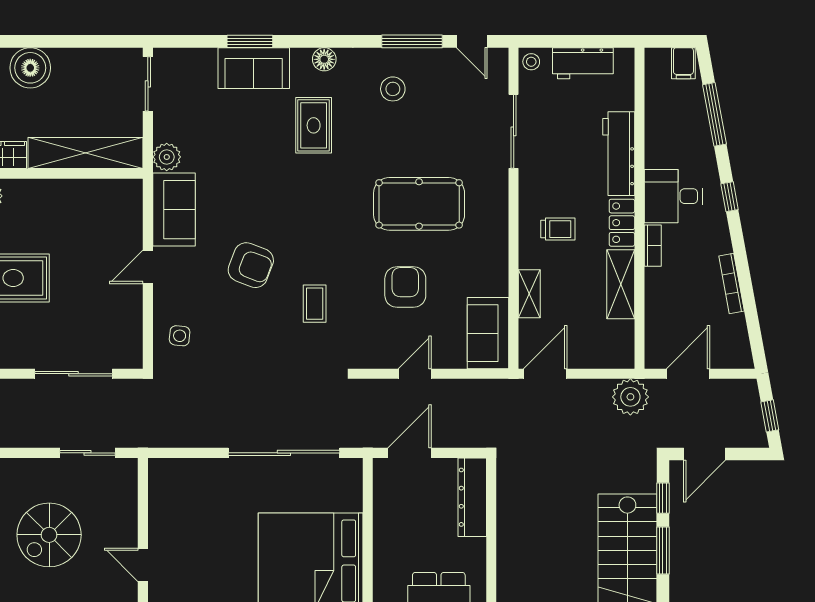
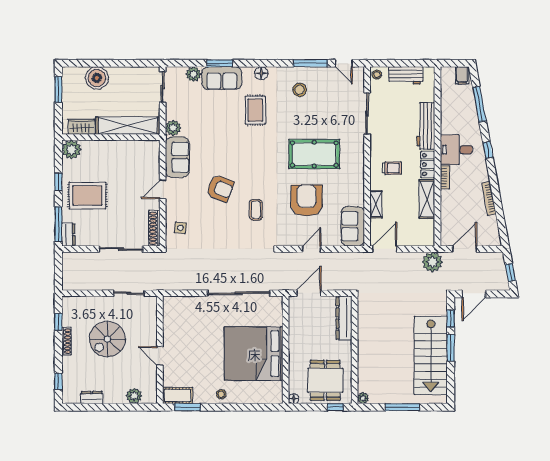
plant: (203, 61) -> (193, 74), added
armchair: (405, 287) -> (307, 201), width x1.36, depth x1.36
shoe rack: (133, 337) -> (154, 228), added

